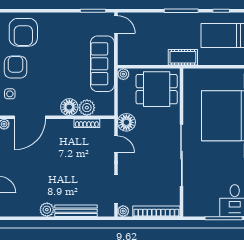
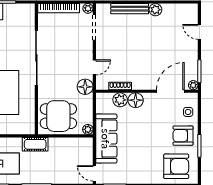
armchair: (23, 32) -> (176, 166), turned 90
armchair: (16, 67) -> (183, 136), turned 90
door: (116, 144) -> (94, 67), swing flipped

